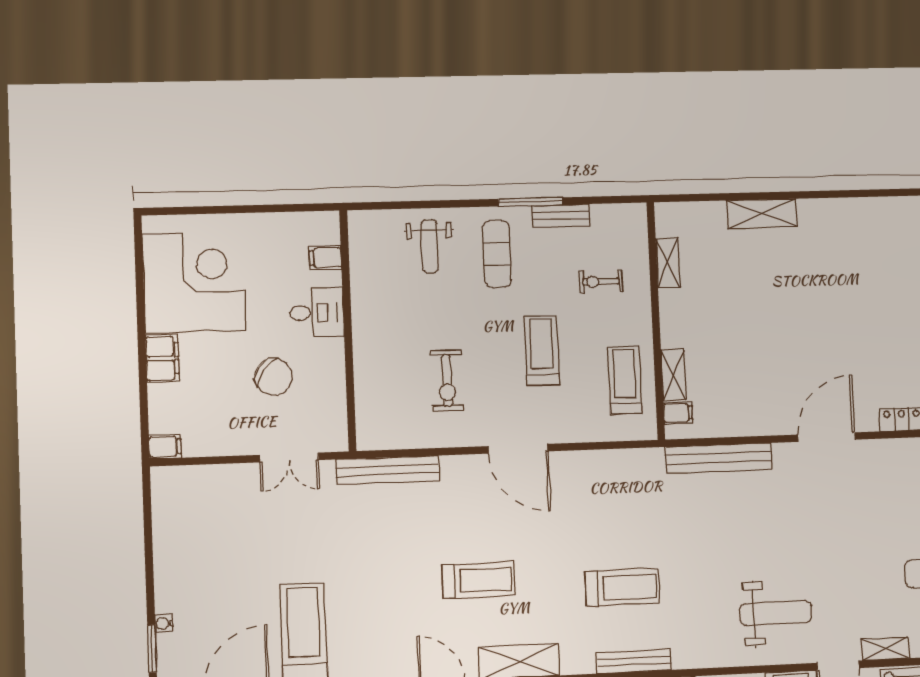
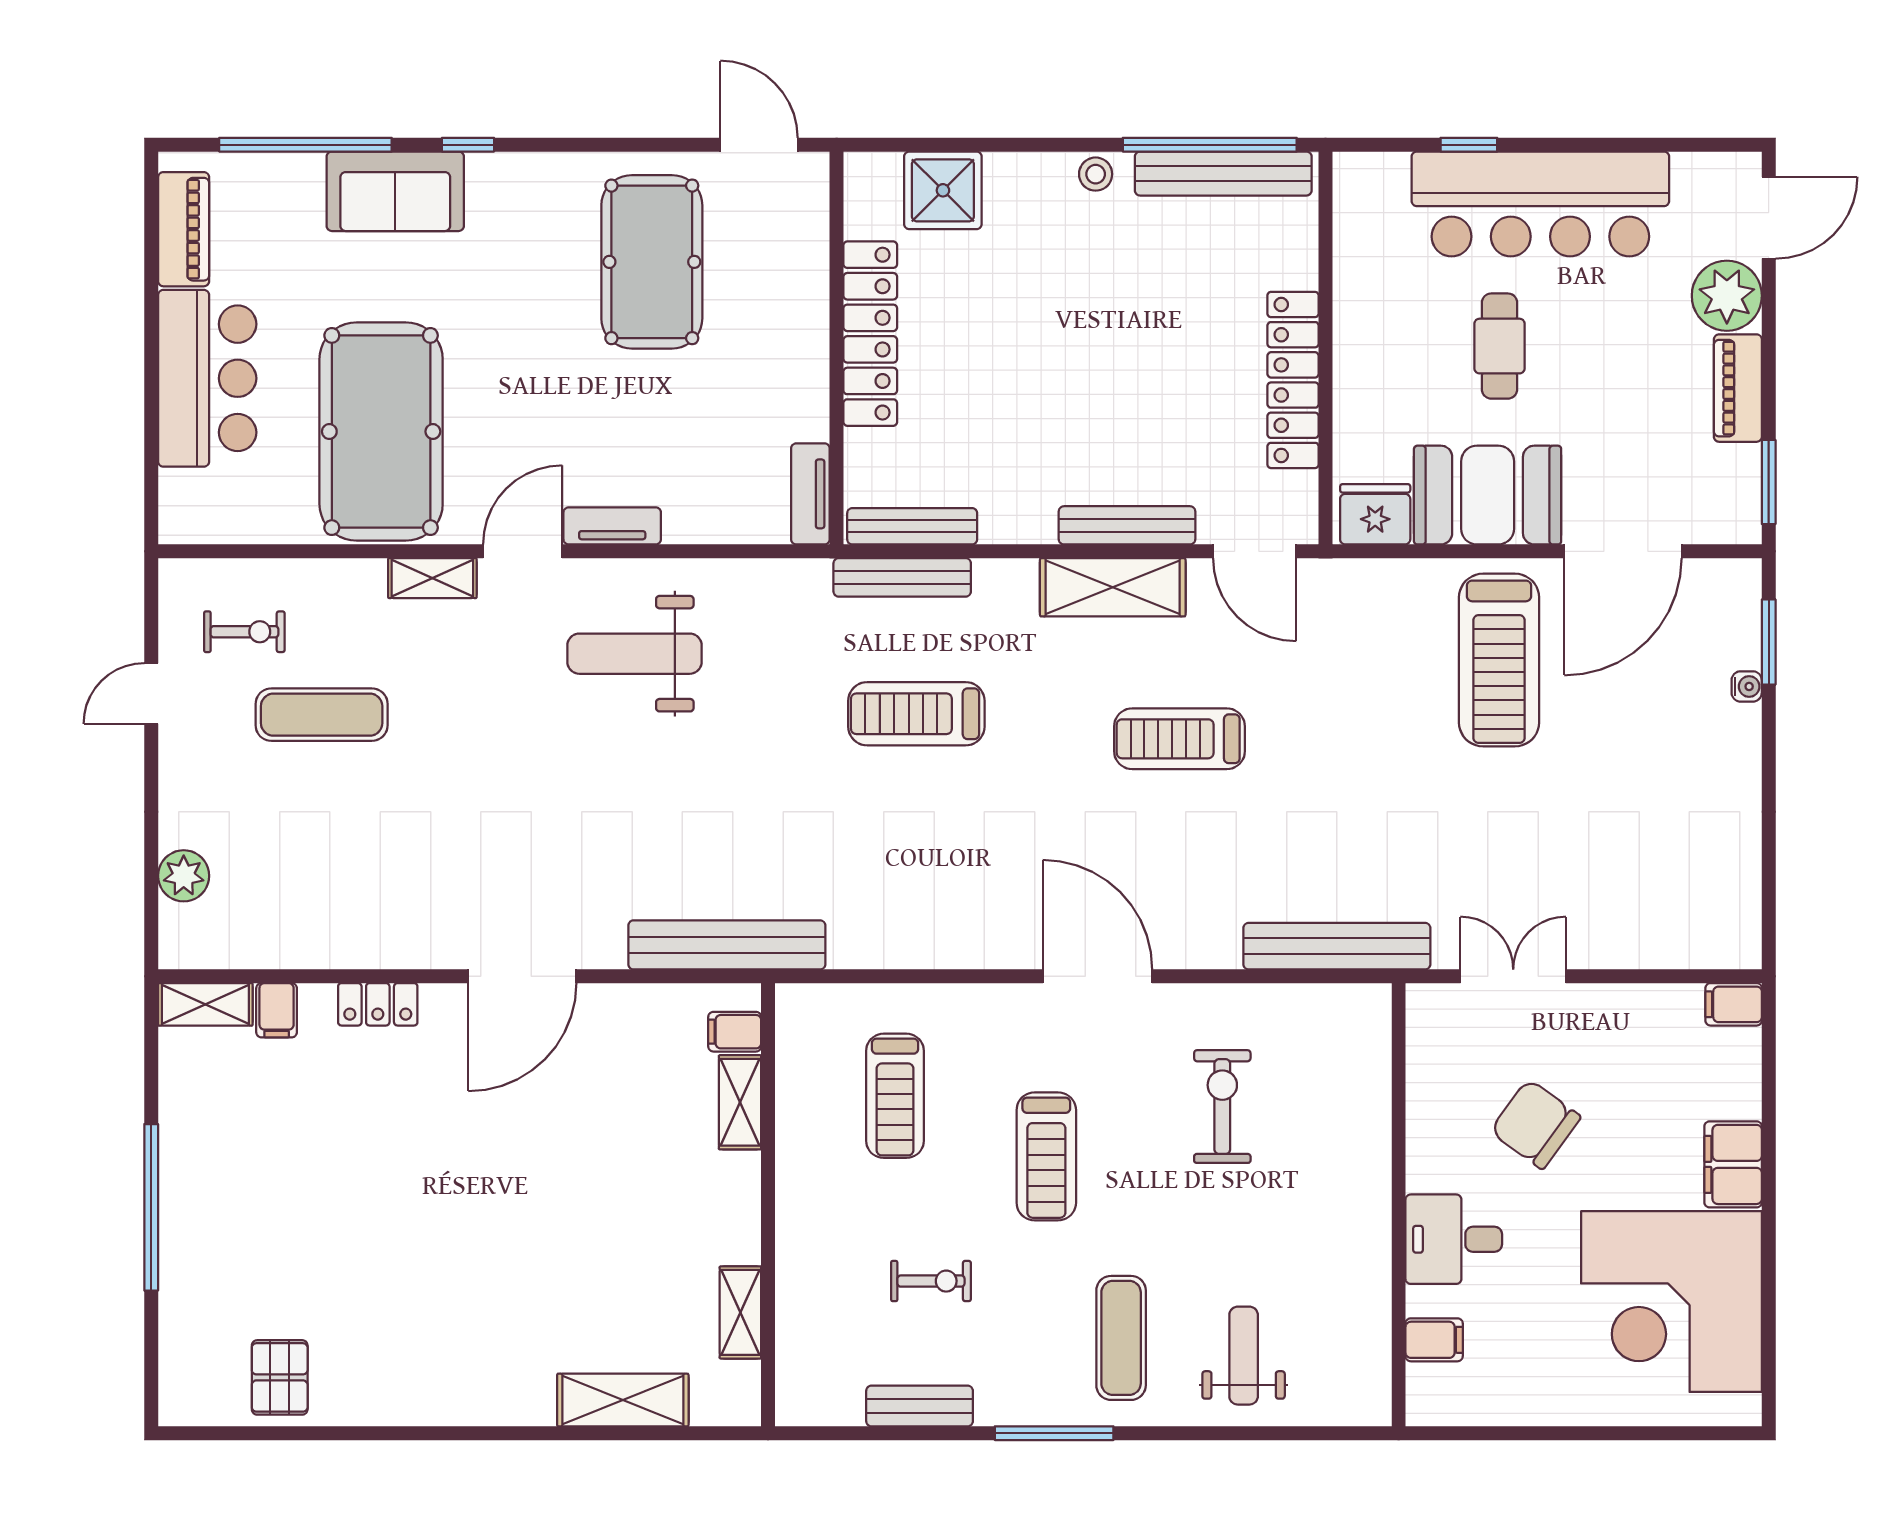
bench: (561, 216) -> (920, 1406), moved
shelving: (668, 263) -> (740, 1312), moved
wall: (656, 321) -> (768, 1205), moved
shelving: (673, 375) -> (740, 1102), moved
filing cabinet: (678, 413) -> (735, 1032), moved

